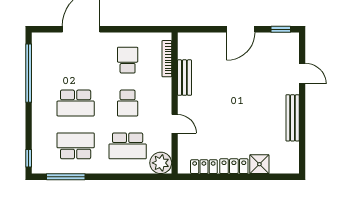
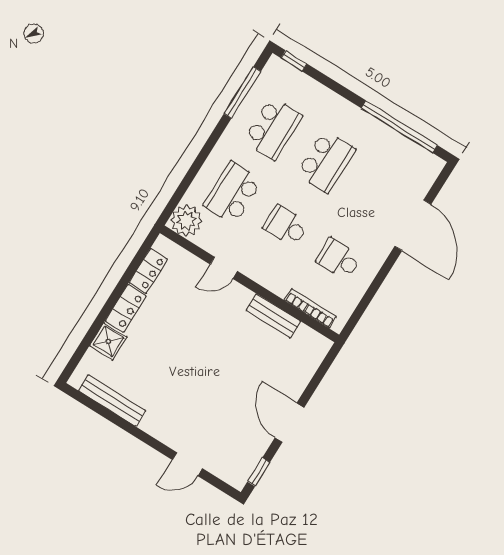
school desk: (128, 60) -> (339, 259), turned 180
school desk: (76, 103) -> (326, 162), turned 180
bench: (293, 118) -> (112, 401), moved

